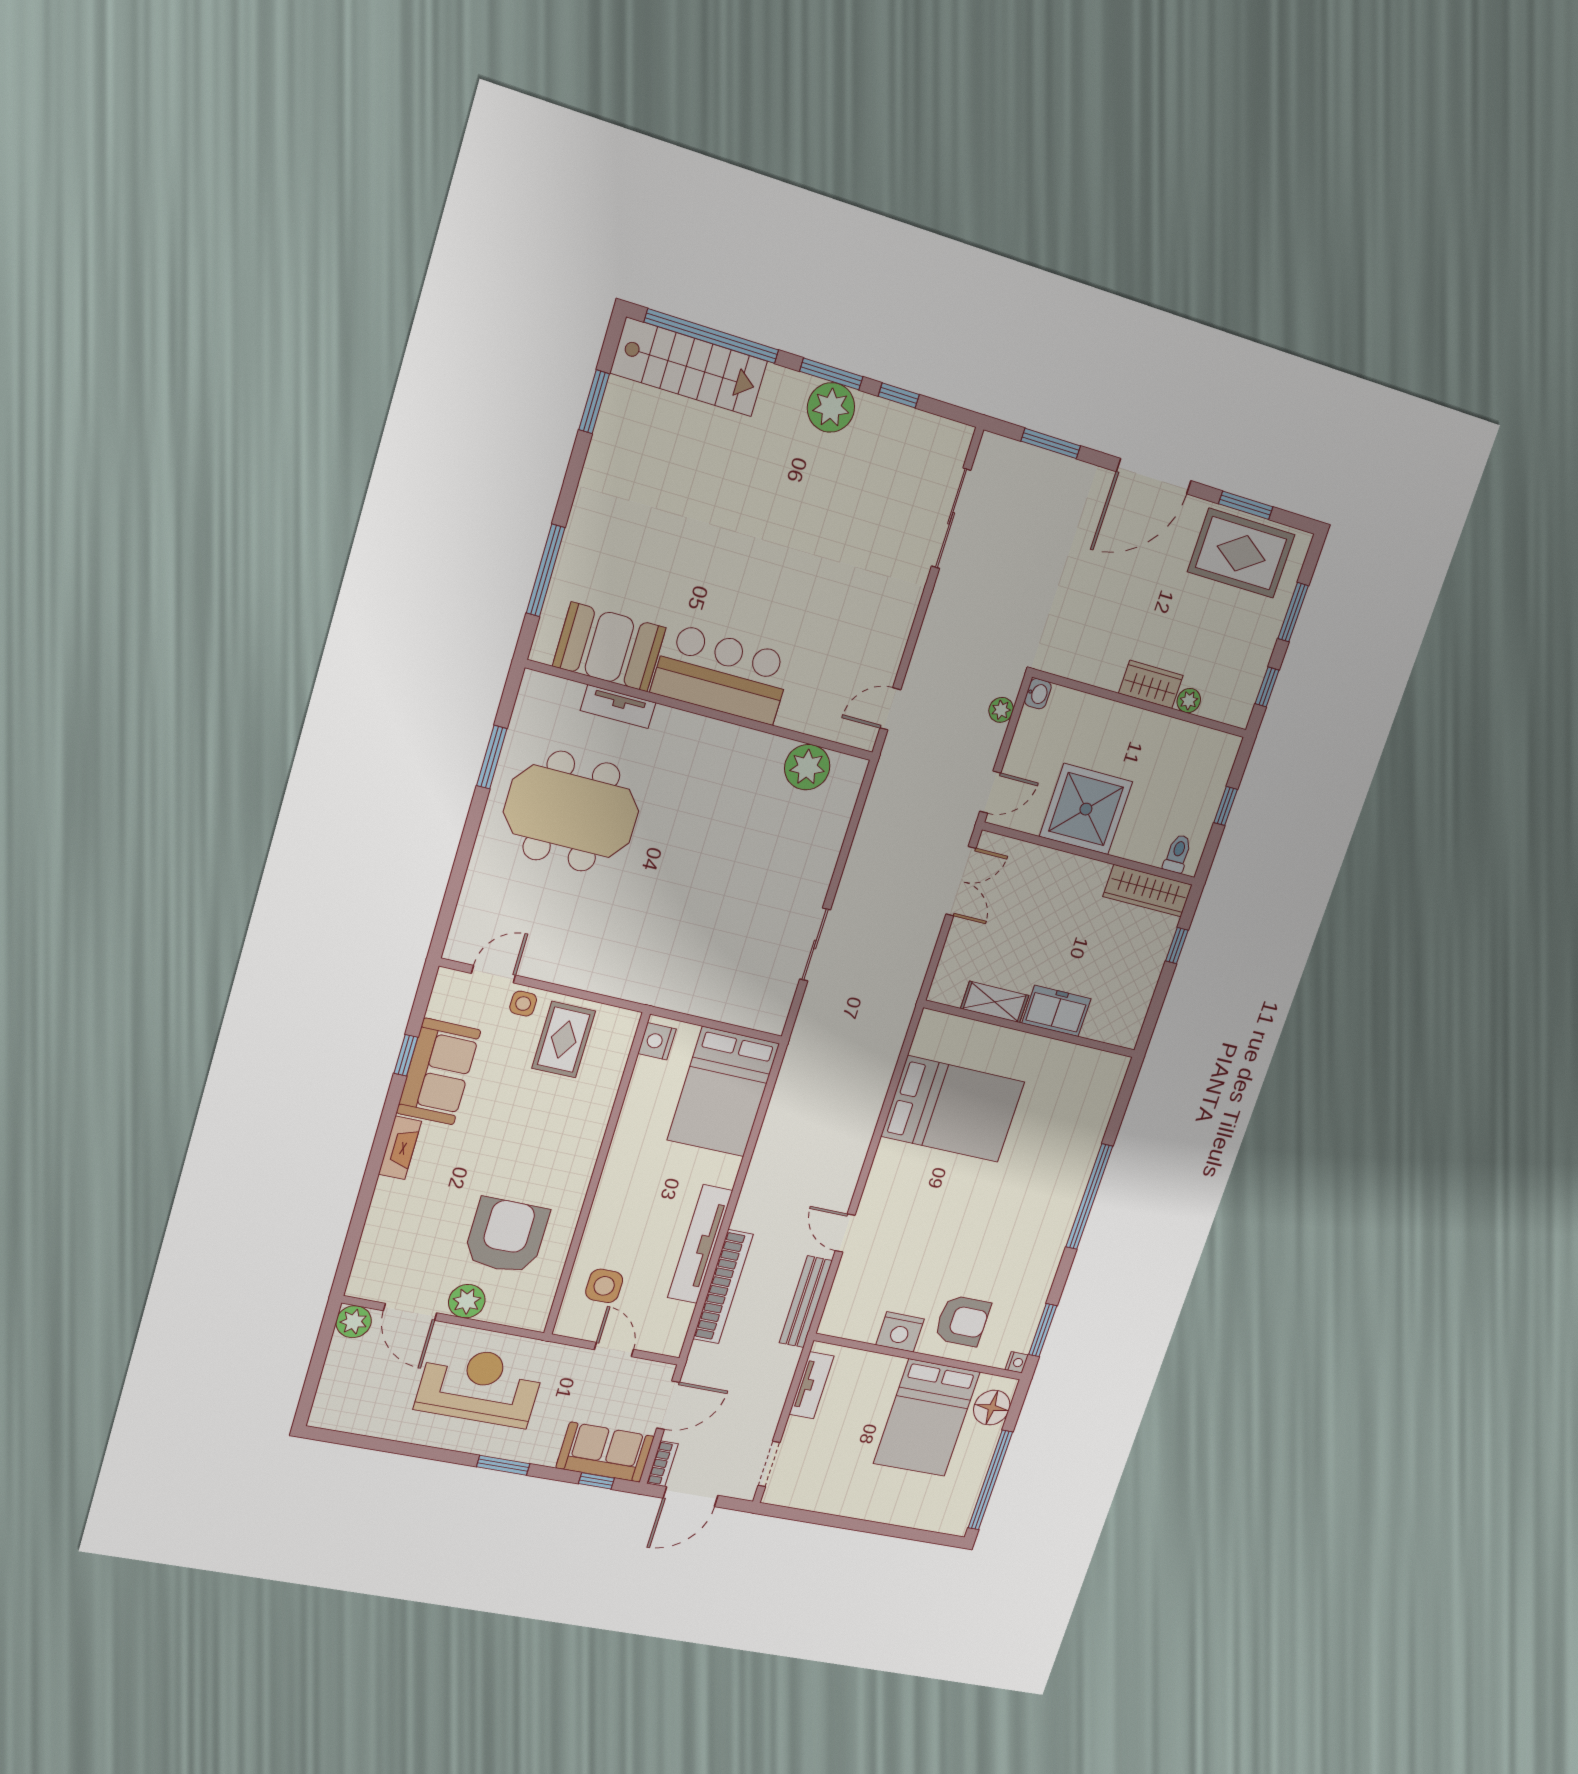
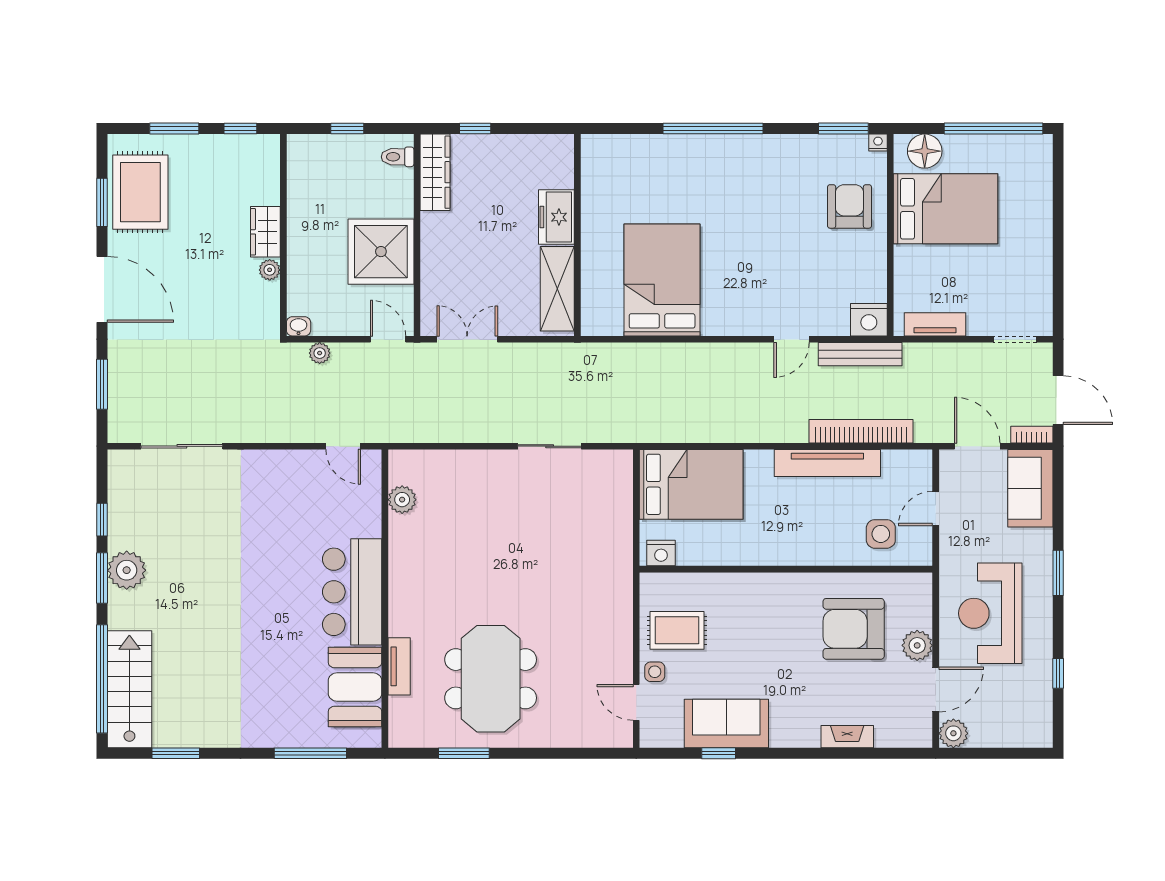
plant: (1189, 701) -> (270, 270), moved
plant: (807, 767) -> (402, 500), width x0.73, depth x0.73
shelving: (995, 1002) -> (557, 289), width x1.50, depth x1.33
fireplace: (400, 1148) -> (847, 737), moved
nightstand: (900, 1332) -> (869, 320), moved, turned 90
window: (596, 1481) -> (1058, 673), moved

